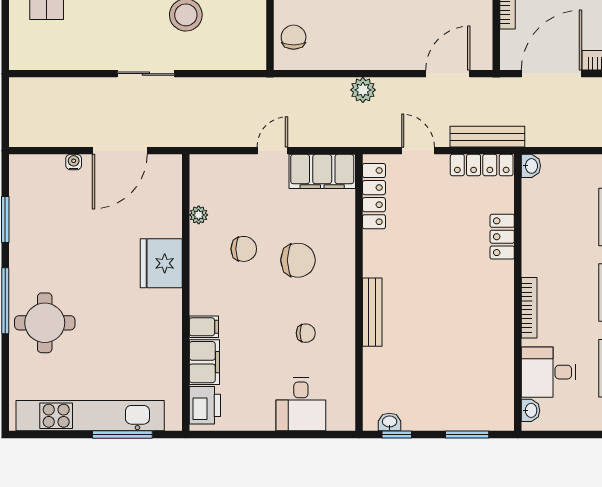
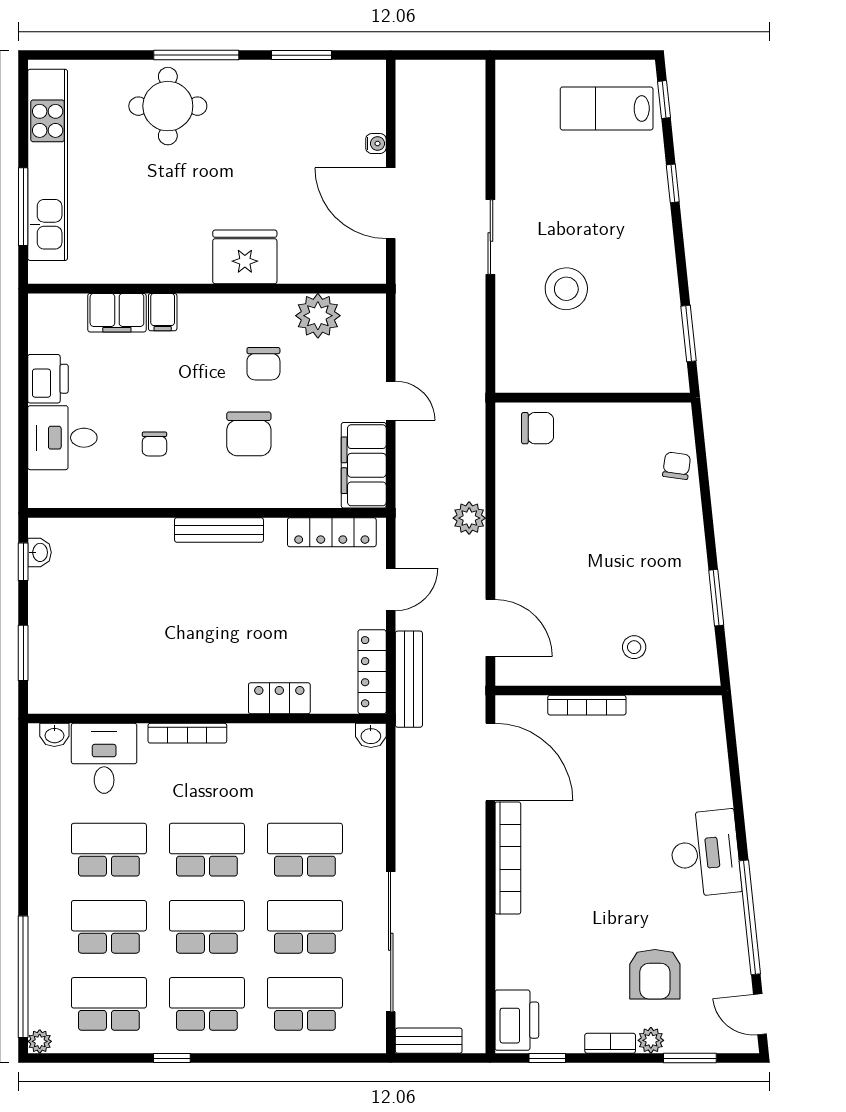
plant: (199, 215) -> (318, 316), width x1.87, depth x1.87
bench: (372, 312) -> (219, 530), moved
printer: (205, 405) -> (48, 379), moved, turned -90

